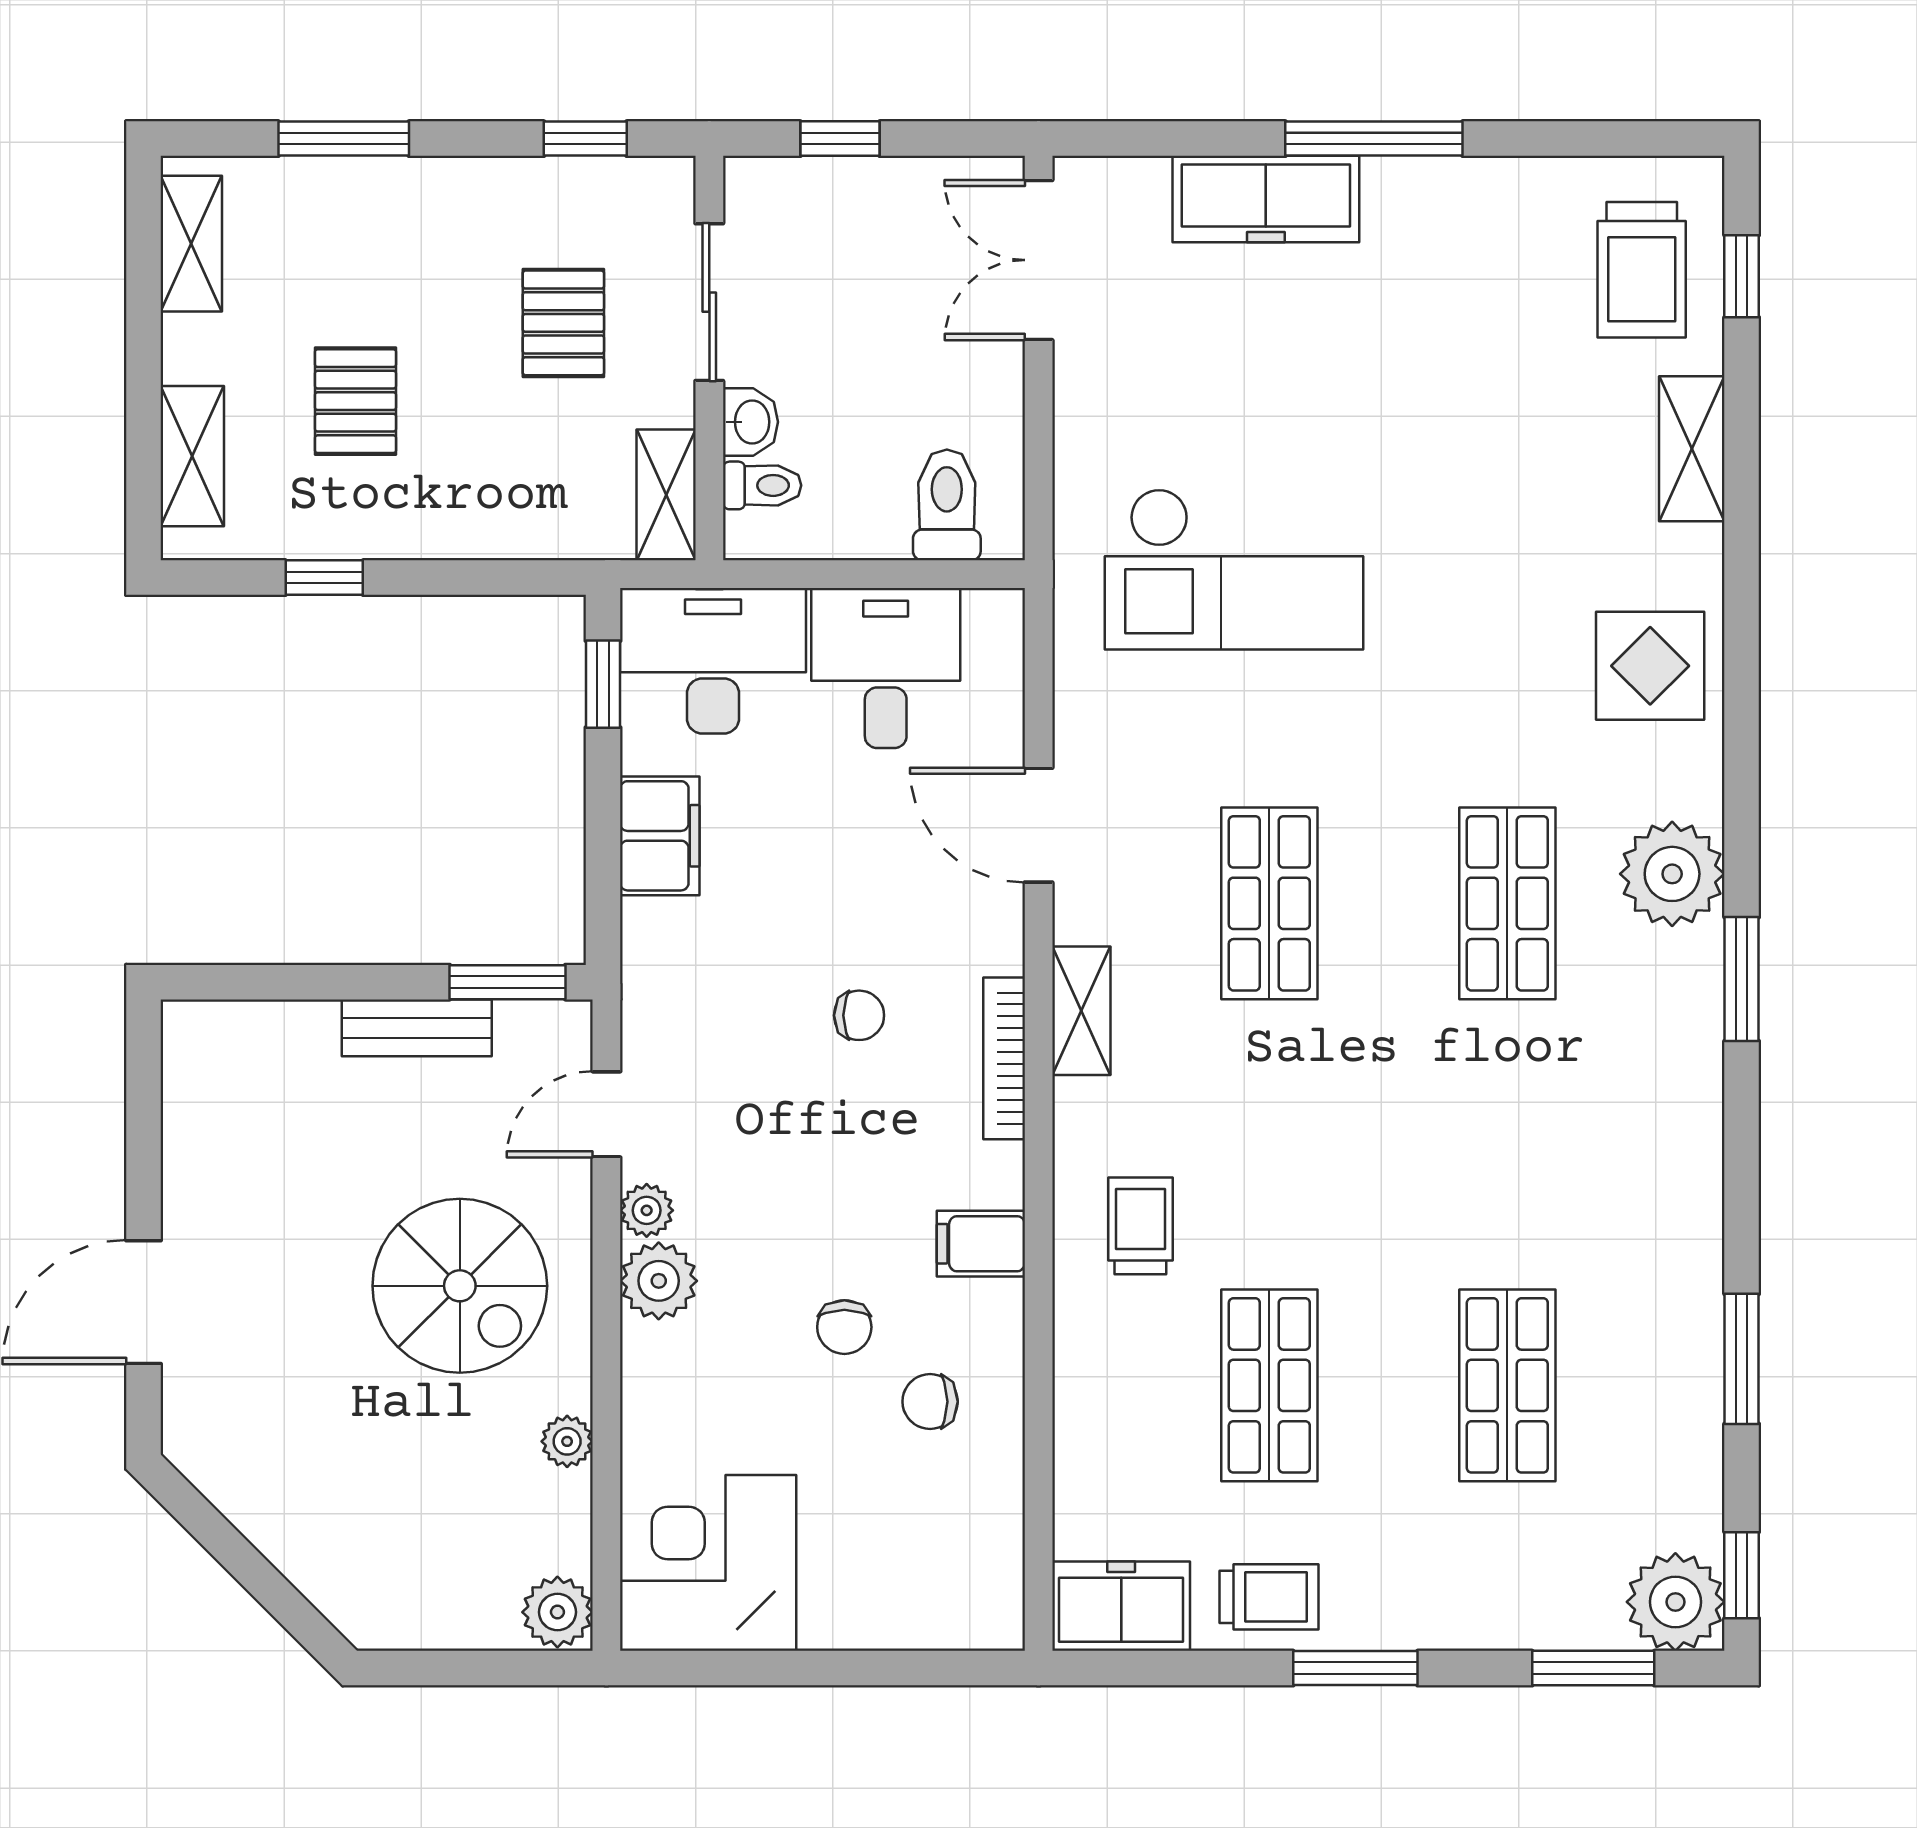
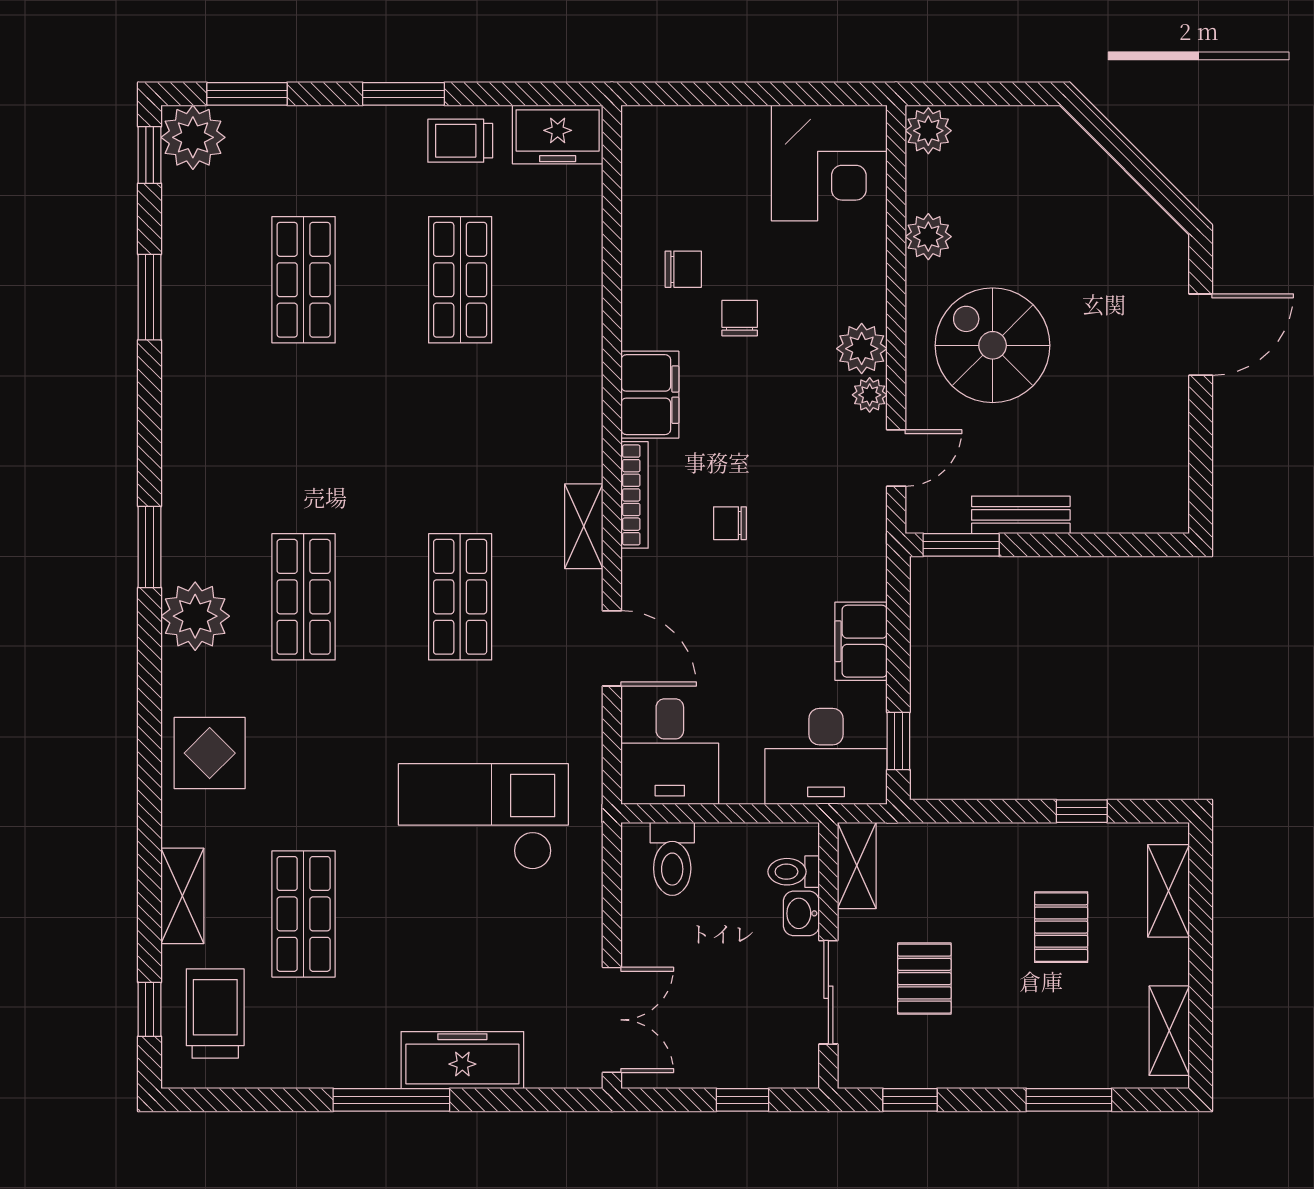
shop shelf: (1507, 421) -> (304, 914), added
desk: (886, 668) -> (670, 752), moved
trolley: (1140, 1226) -> (545, 385), removed
filing cabinet: (981, 1244) -> (650, 395), width x2.00
plant: (567, 1441) -> (928, 237), width x1.38, depth x1.38

